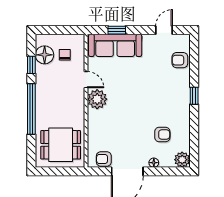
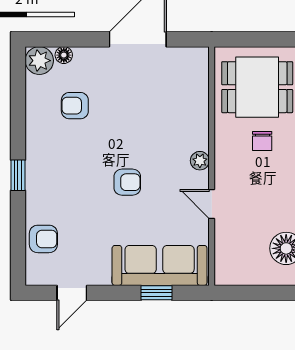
chair: (65, 55) -> (262, 141), moved
plant: (97, 99) -> (200, 161), width x0.53, depth x0.53
armchair: (104, 159) -> (127, 182), moved
floor lamp: (154, 163) -> (64, 55), moved

